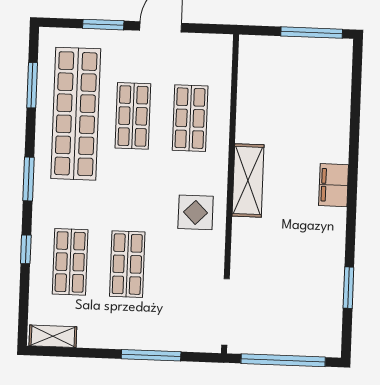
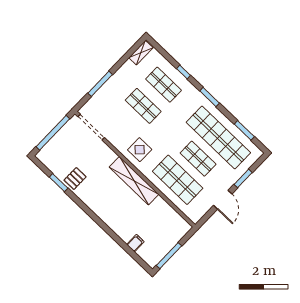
shop shelf: (190, 118) -> (178, 180), width x1.43, depth x1.36
shelving: (248, 180) -> (134, 181), width x1.47
filing cabinet: (334, 185) -> (135, 243), moved, width x0.50
pallet: (321, 269) -> (75, 179), added

